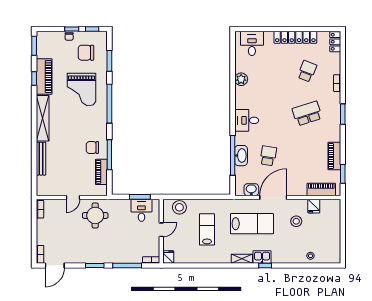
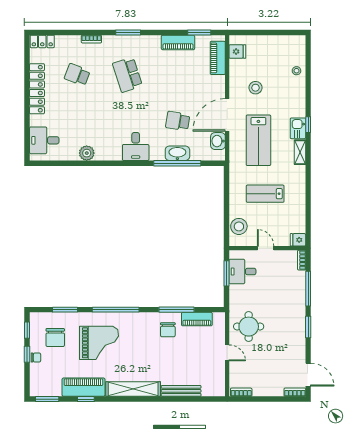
door: (273, 197) -> (227, 115), hinge flipped
fridge: (314, 206) -> (237, 51), moved
lab bench: (252, 224) -> (258, 140), turned 180

